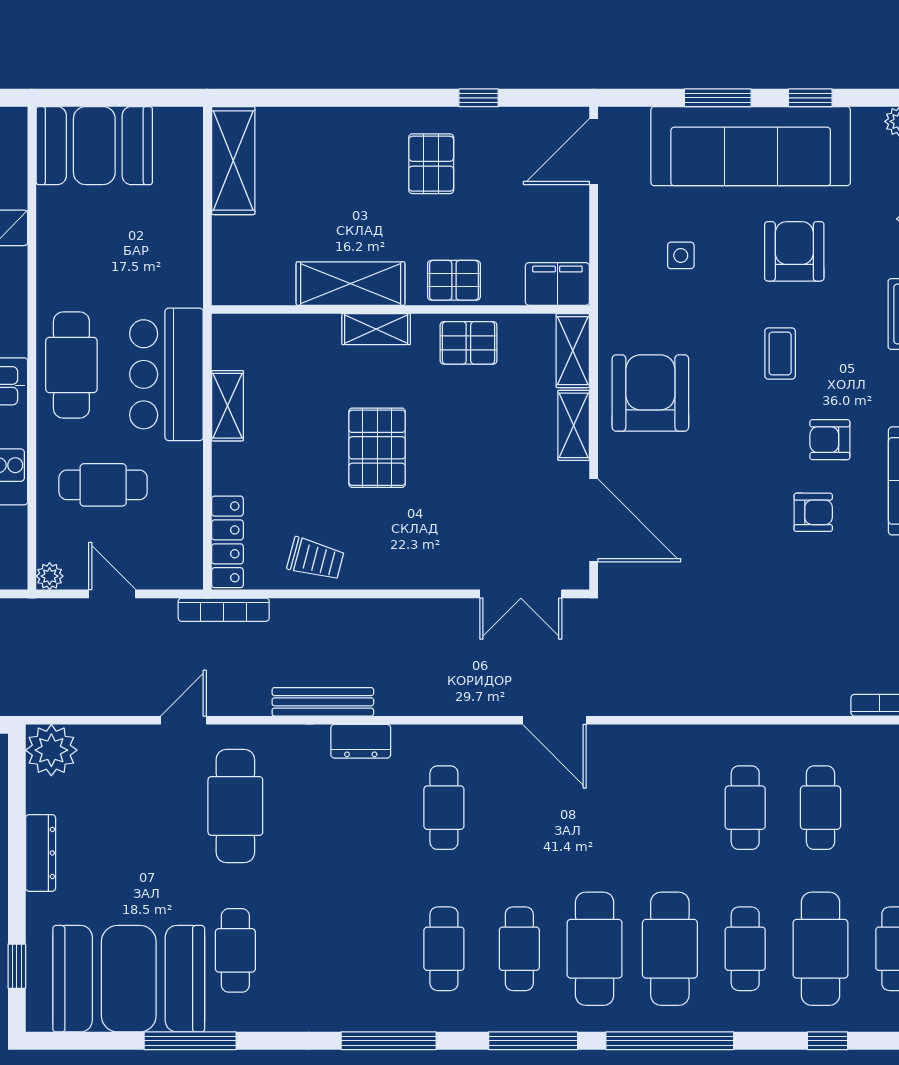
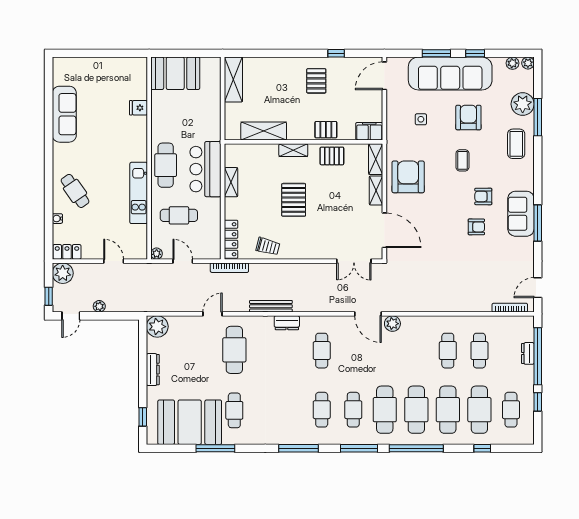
shelving: (351, 284) -> (264, 131), moved
plant: (613, 743) -> (392, 324), added
cafe table: (745, 949) -> (448, 410), width x1.37, depth x1.35

